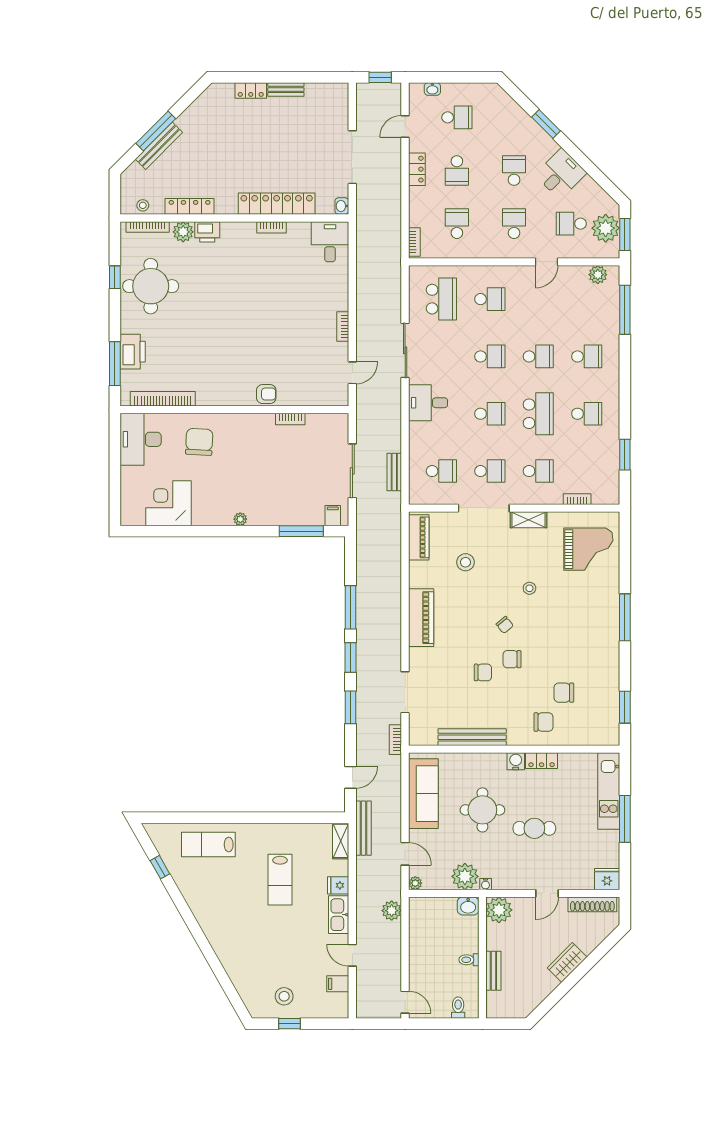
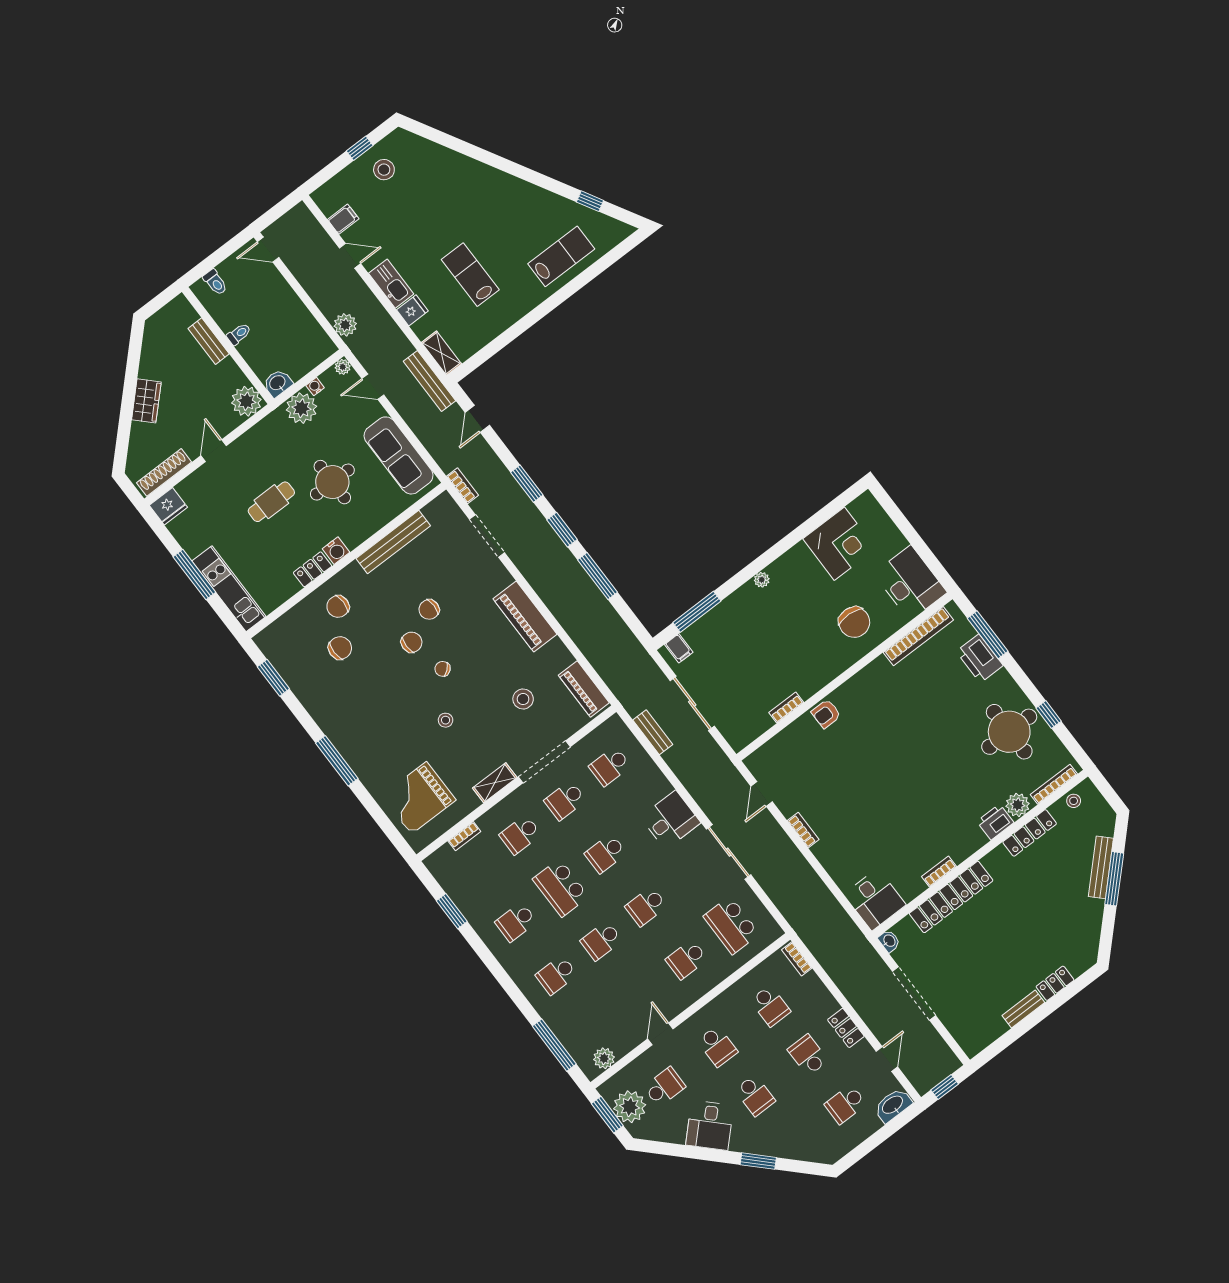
washbasin: (432, 89) -> (893, 1105), width x1.91, depth x1.45
water cooler: (486, 884) -> (315, 387), moved

